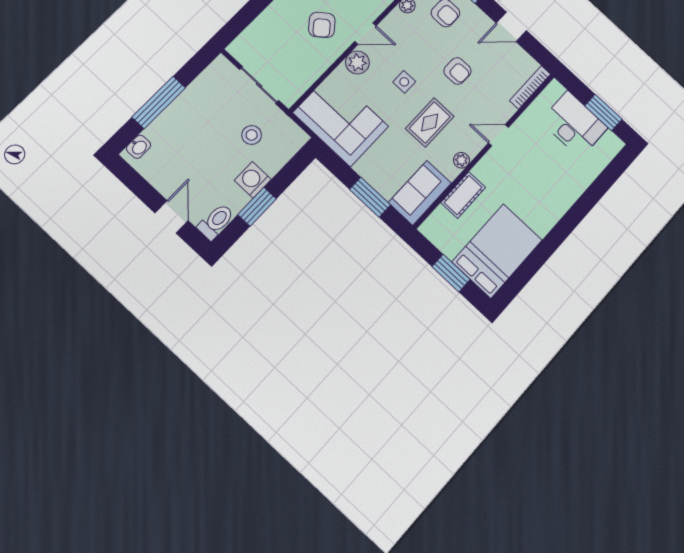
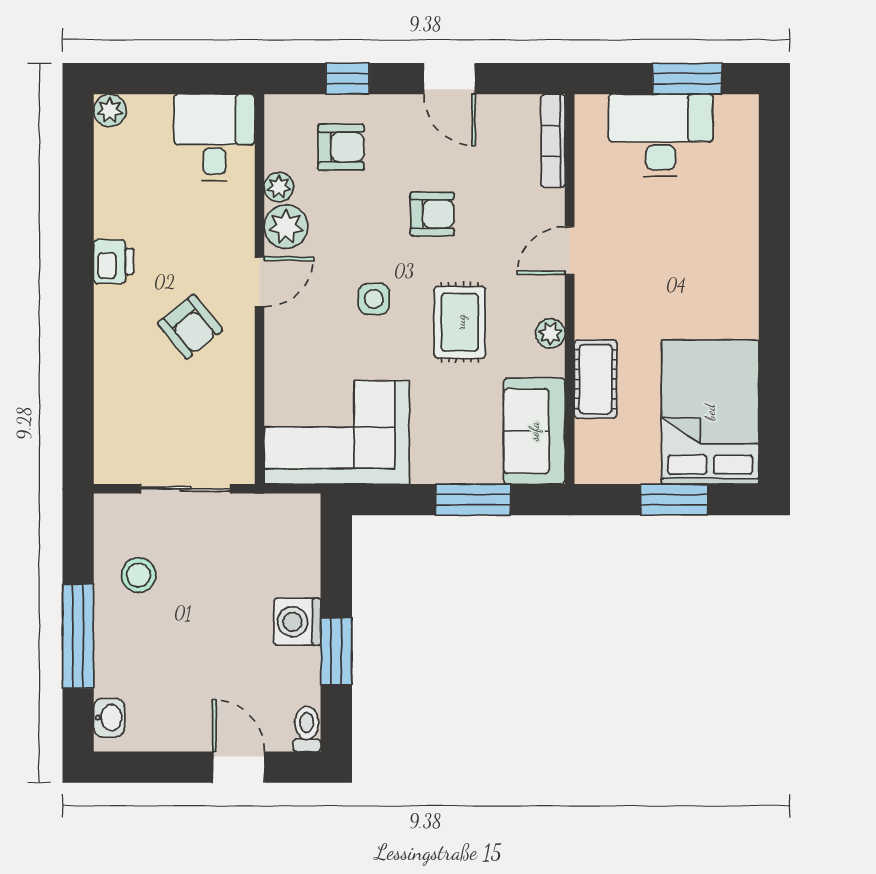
door: (511, 27) -> (449, 79), hinge flipped
plant: (357, 62) -> (286, 227), moved
stool: (252, 135) -> (139, 575), moved
toilet: (216, 222) -> (307, 729), width x0.73, depth x0.72

